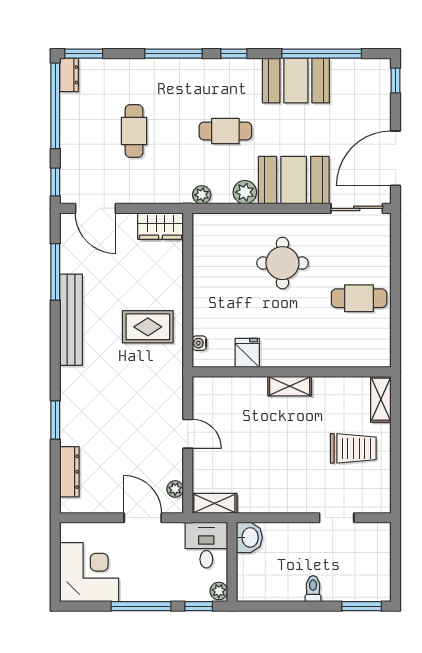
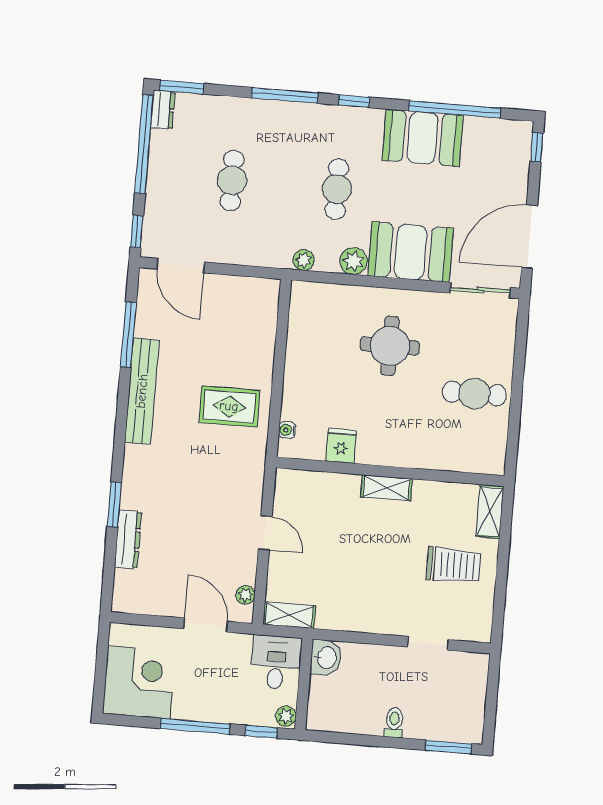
cafe table: (225, 131) -> (337, 189), turned 90
wardrobe: (160, 226) -> (253, 292), removed
dresser: (69, 472) -> (128, 539), moved

